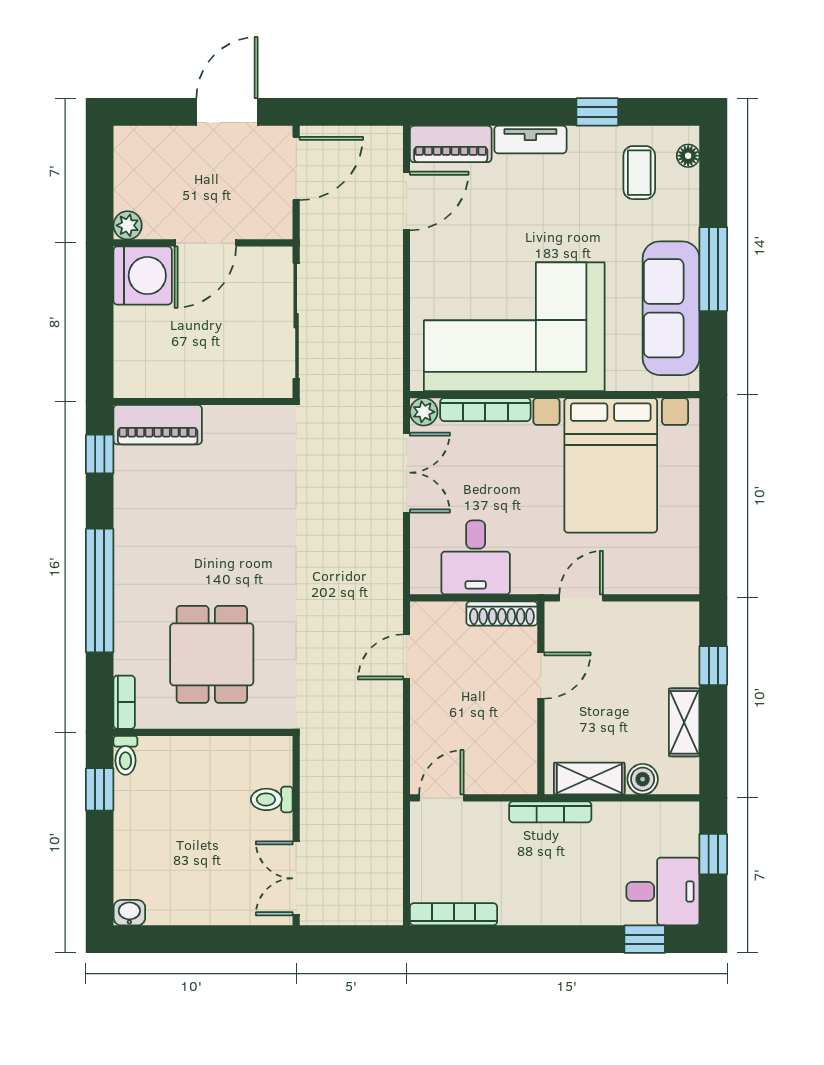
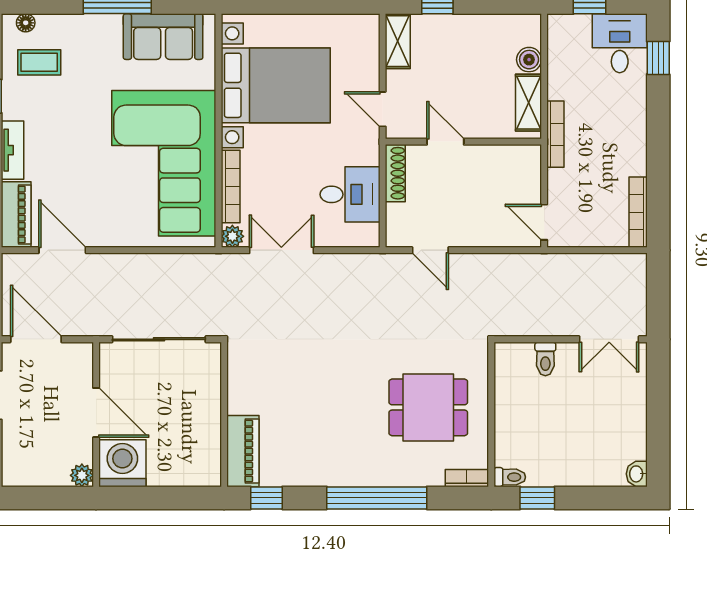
sofa: (671, 308) -> (163, 37), width x0.73
shelving: (684, 722) -> (398, 41), moved, turned 90

